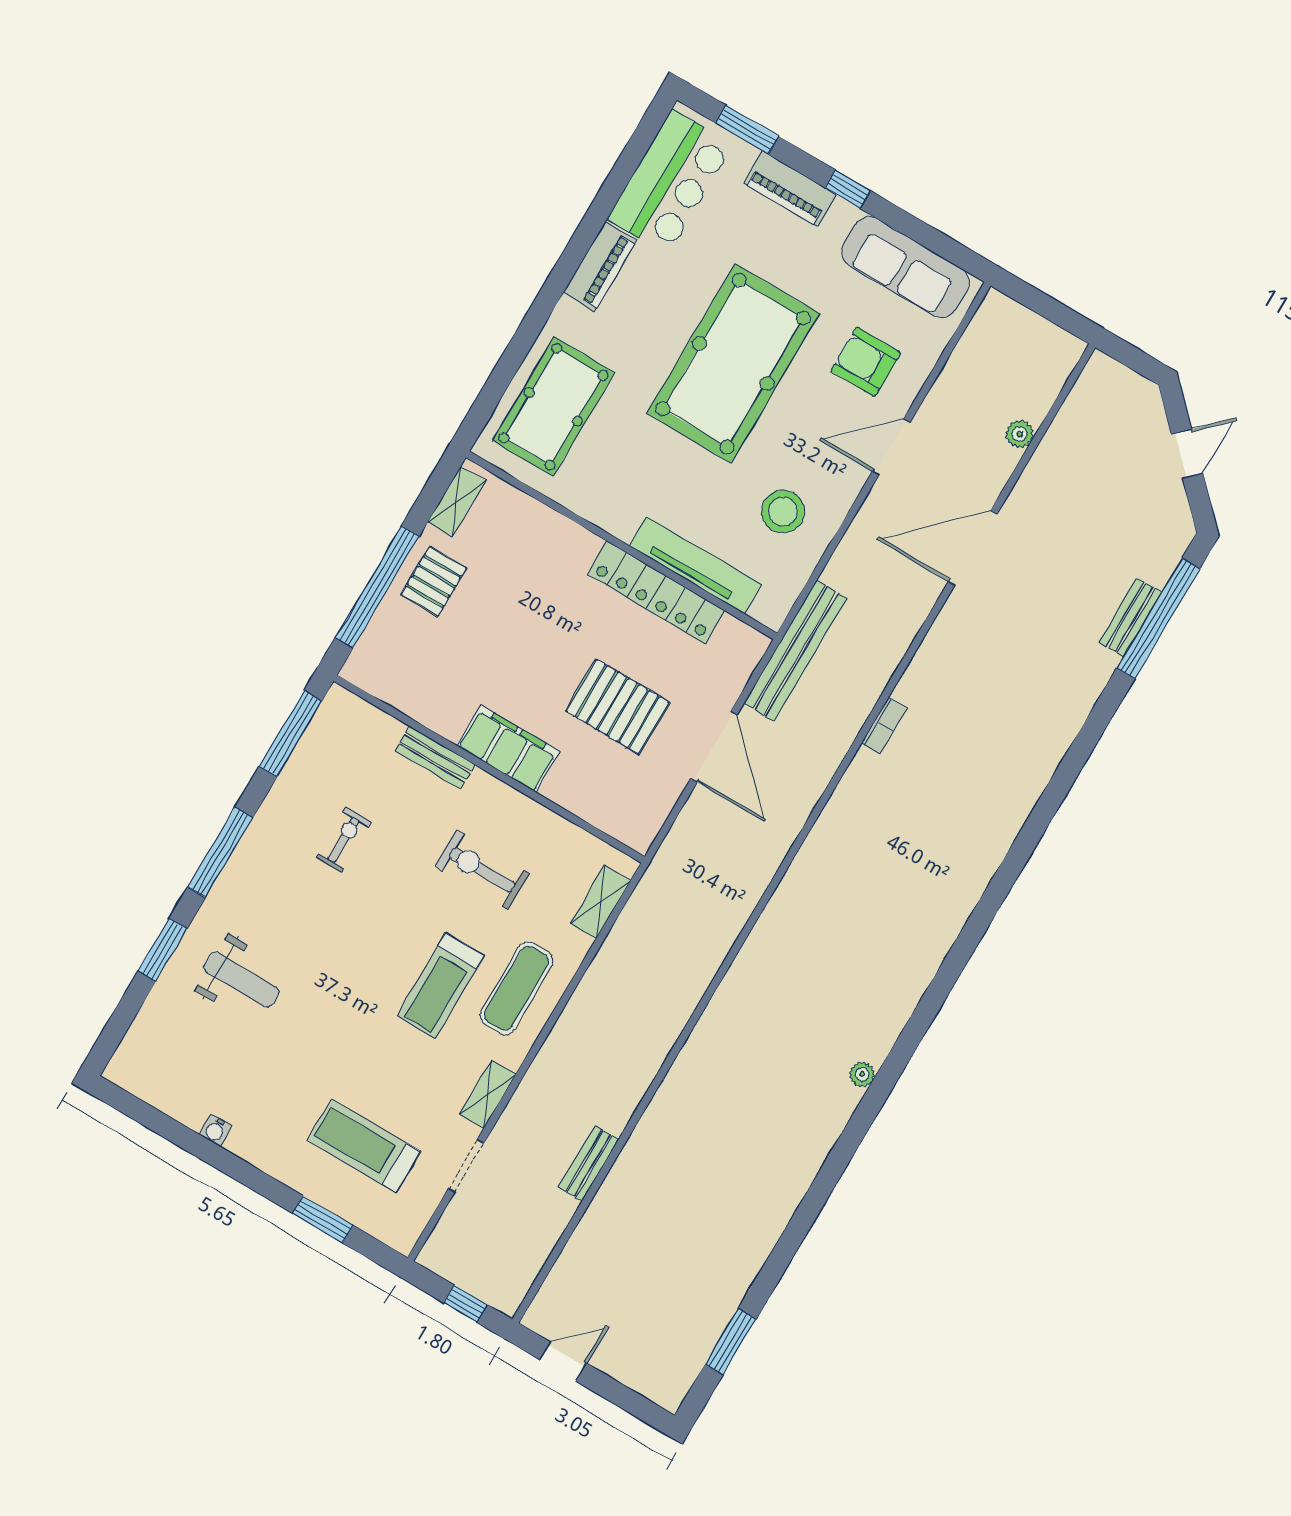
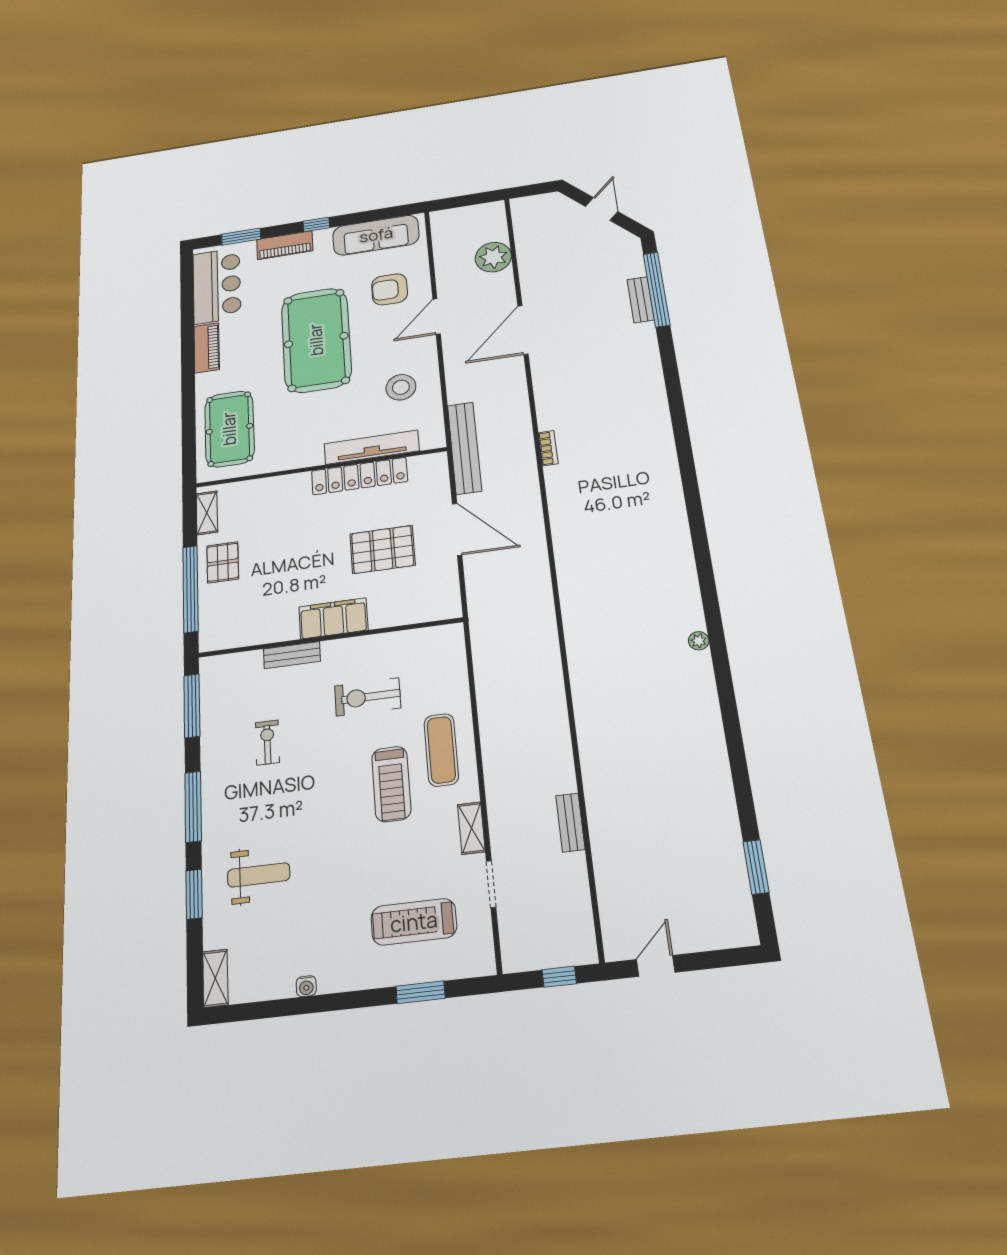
plant: (1020, 434) -> (493, 257), width x1.87, depth x1.87
shelving: (601, 902) -> (215, 978), moved

